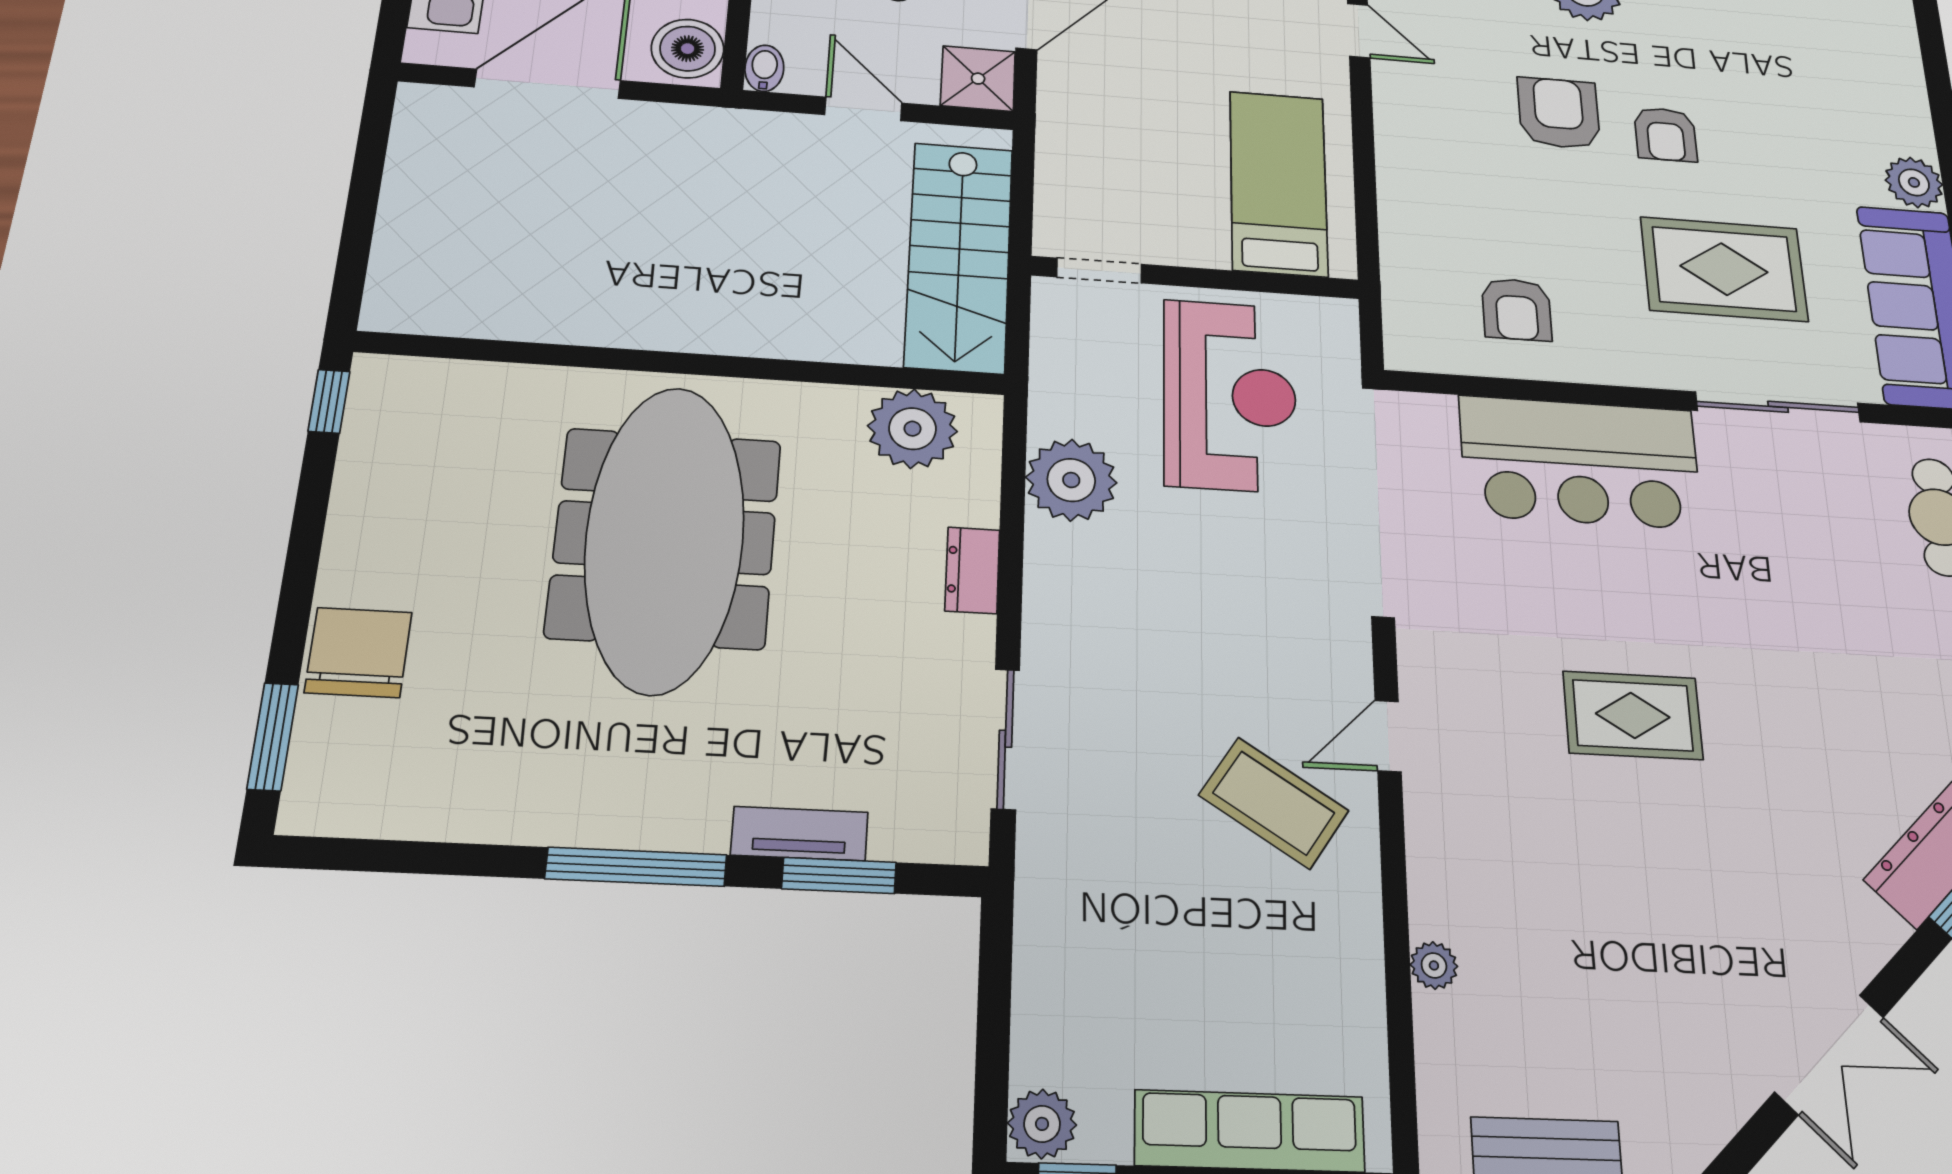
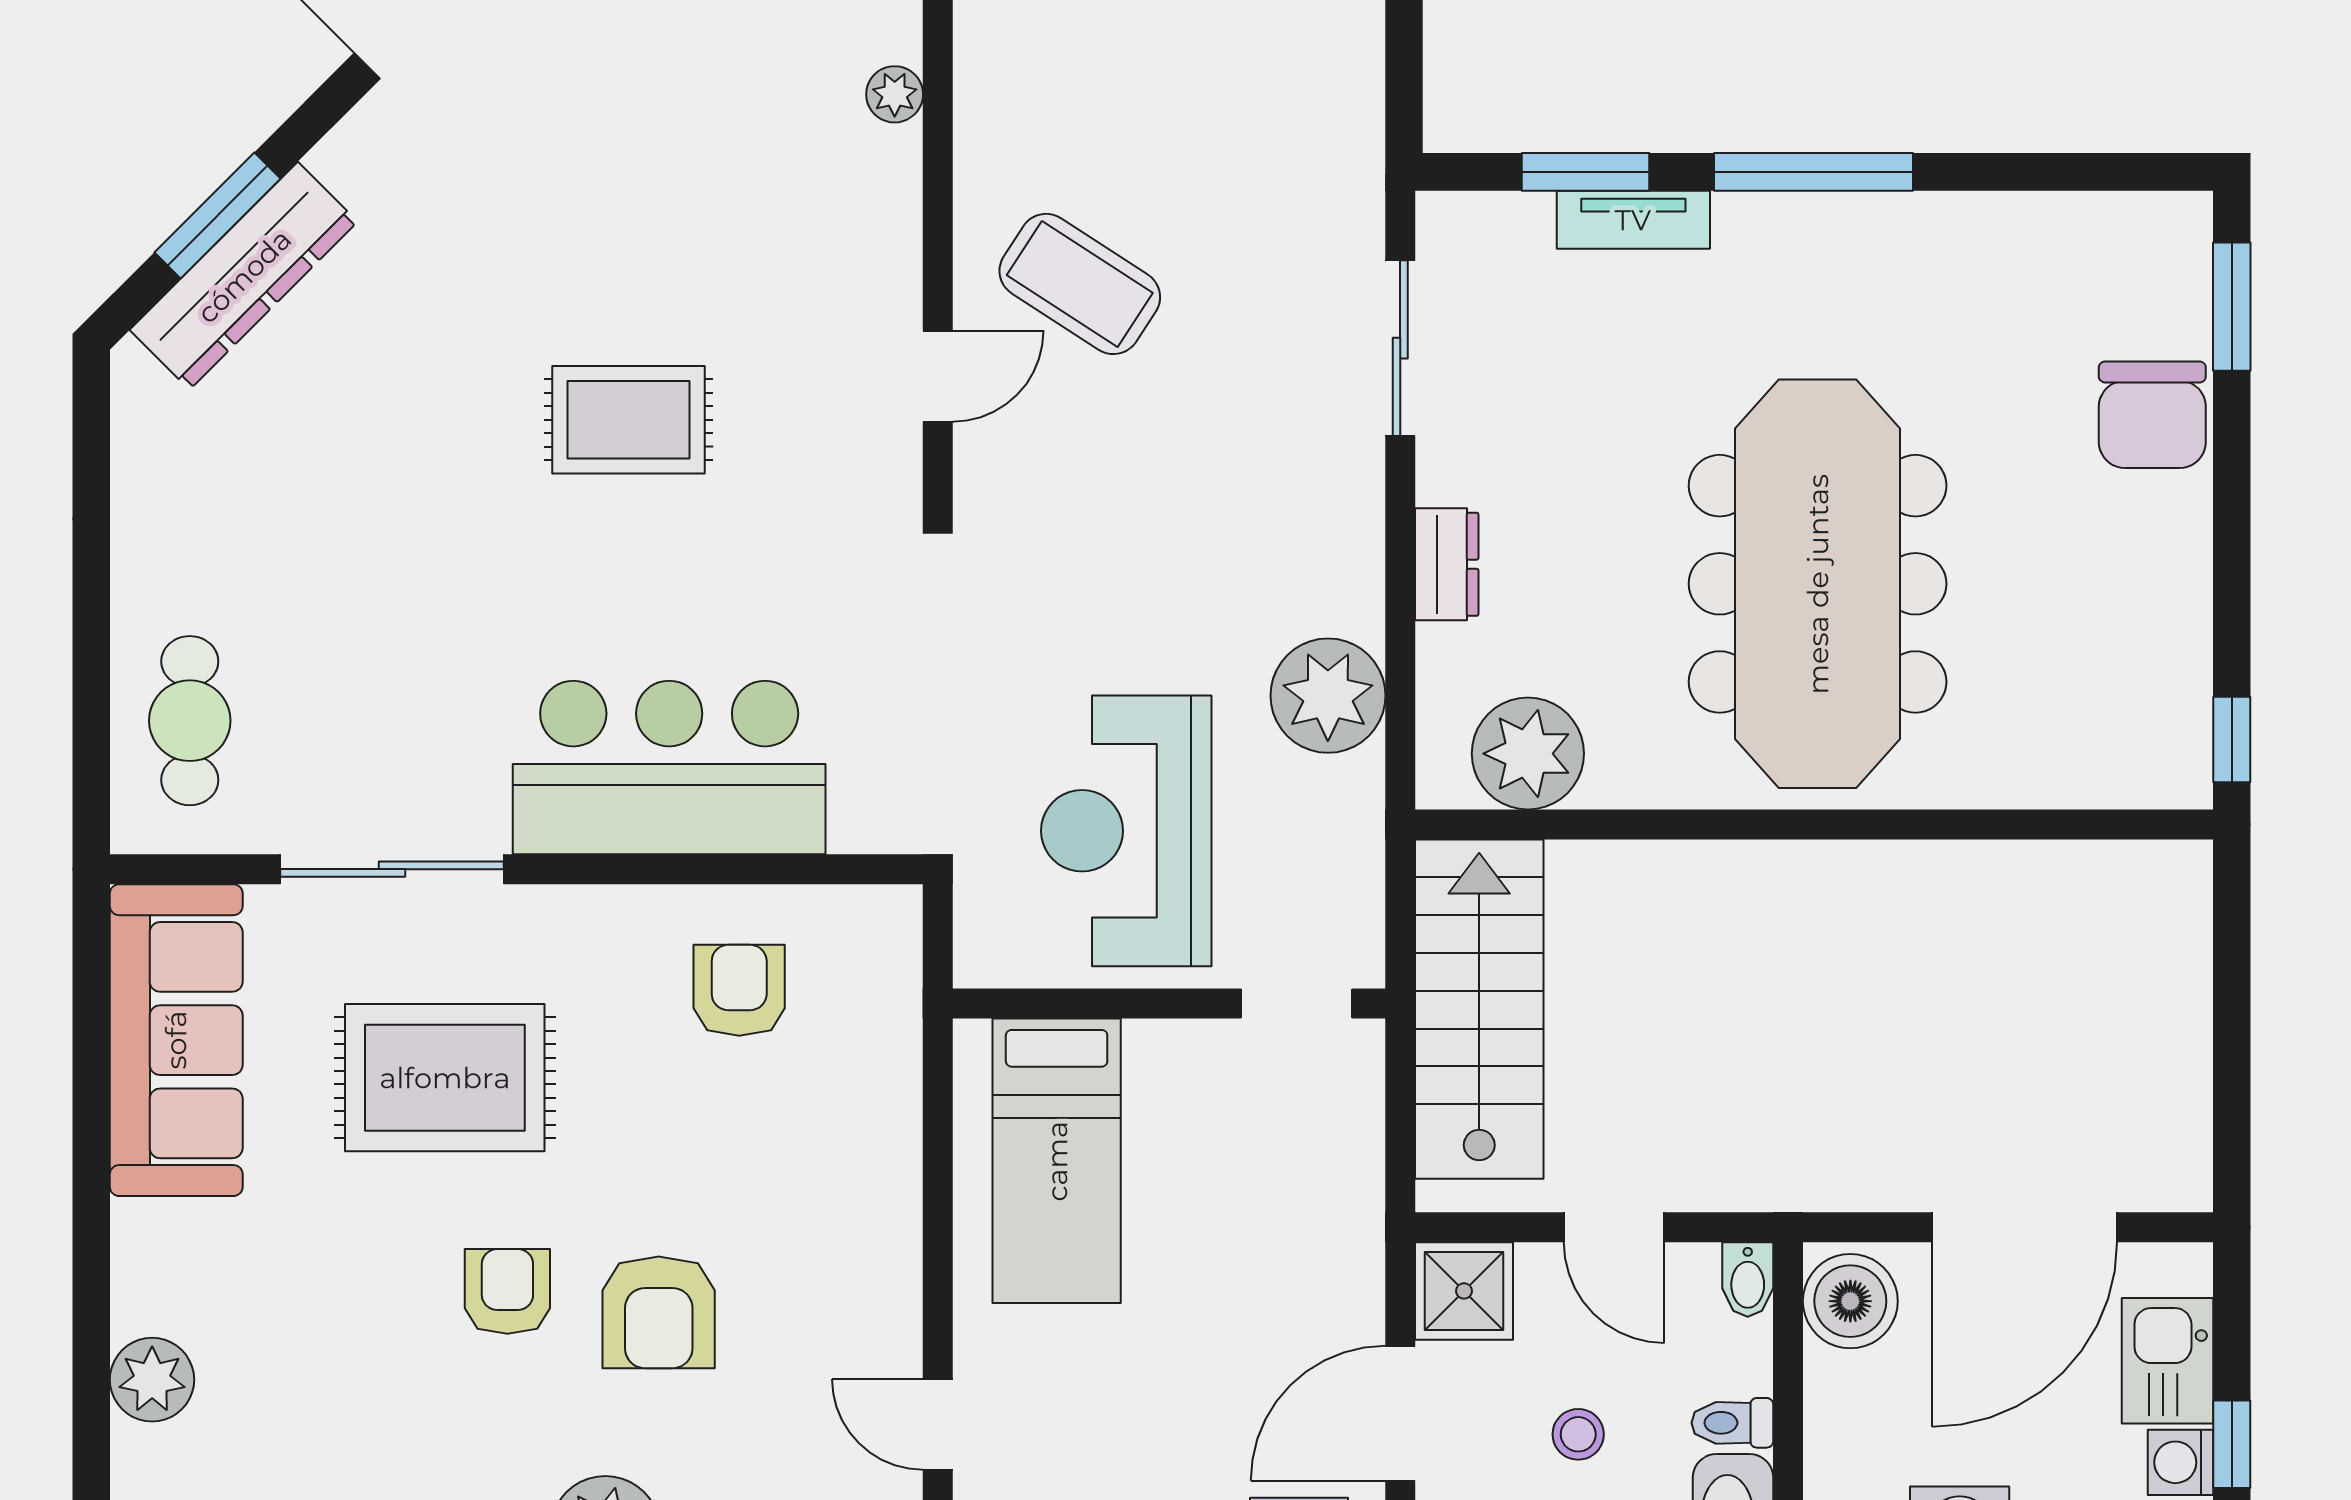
plant: (1914, 182) -> (152, 1380), moved

